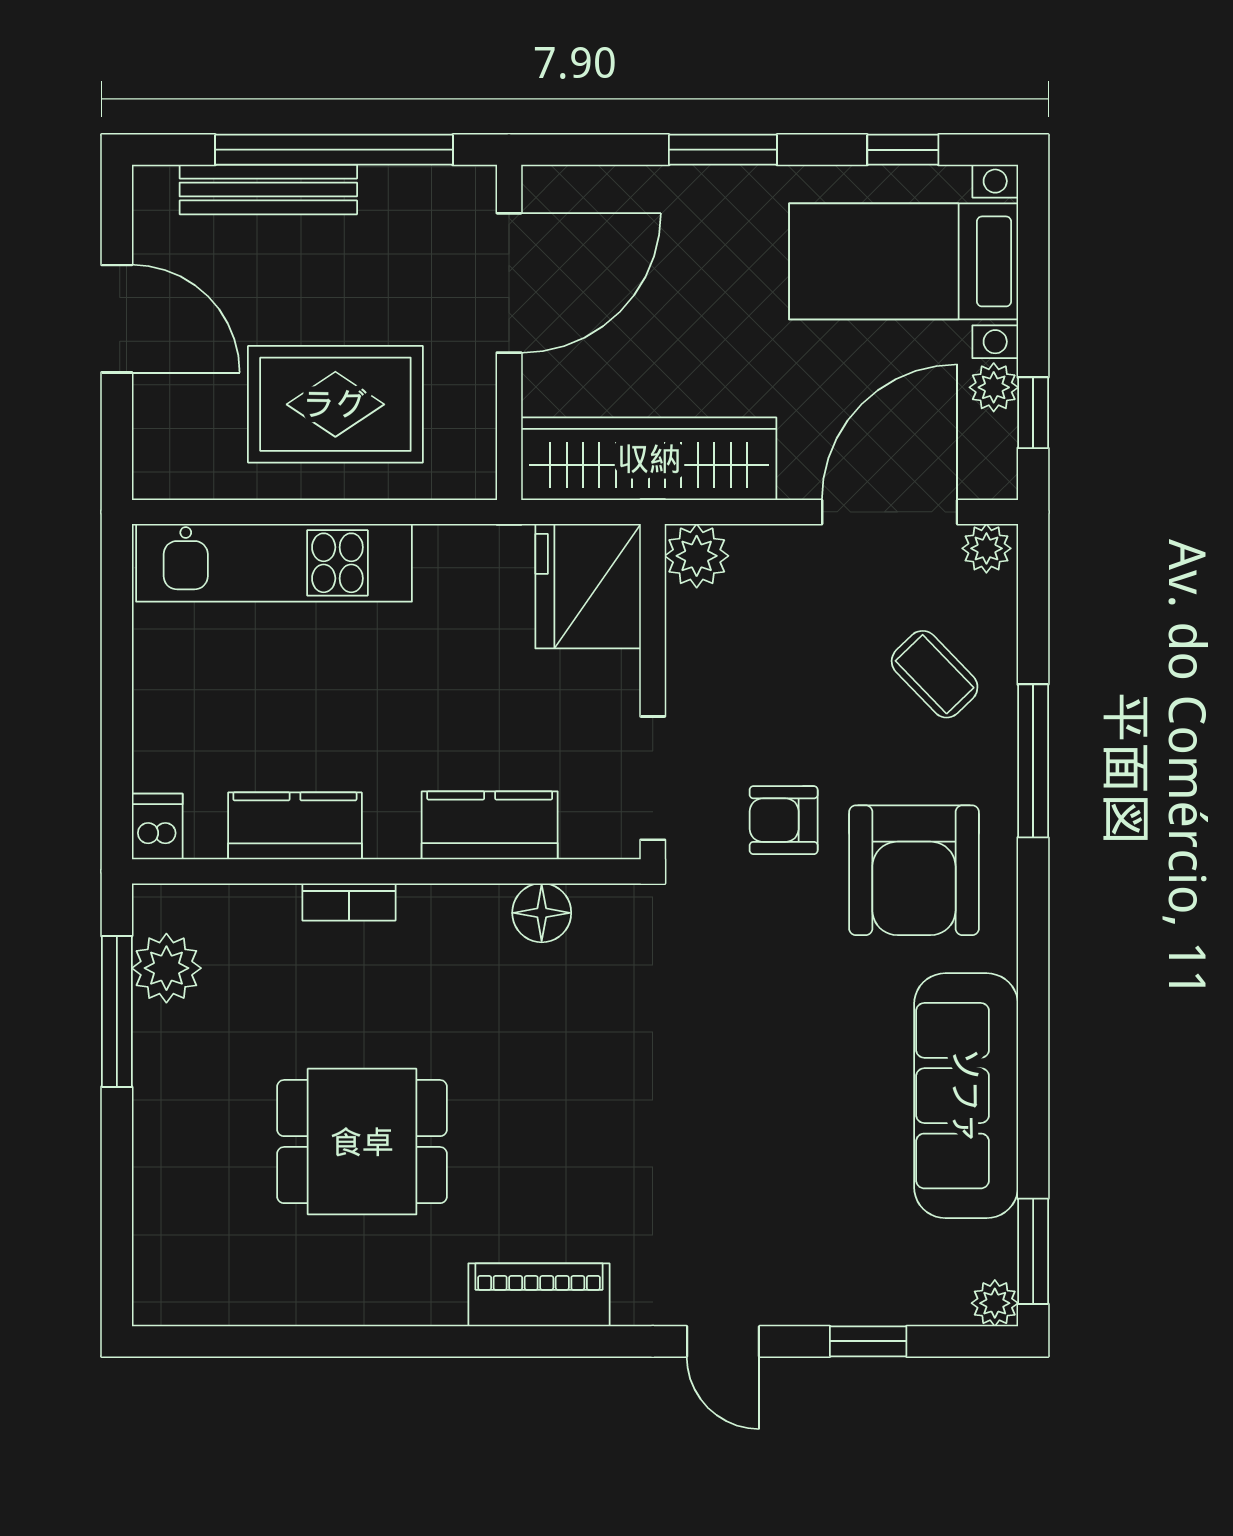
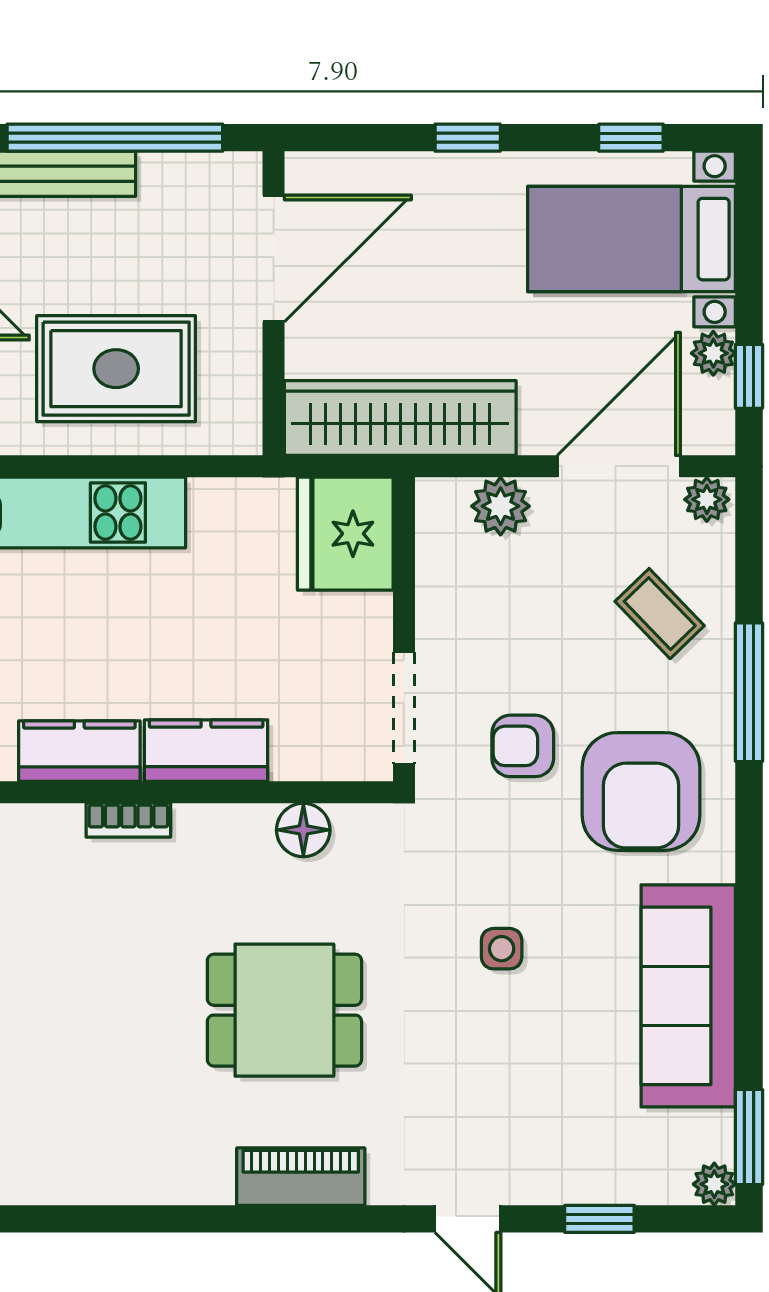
window: (723, 150) -> (468, 138), width x0.67
plant: (697, 556) -> (501, 506), moved
kitchen counter: (490, 825) -> (206, 751), moved
side table: (760, 1044) -> (502, 949), added
dining table: (362, 1142) -> (284, 1010), moved

